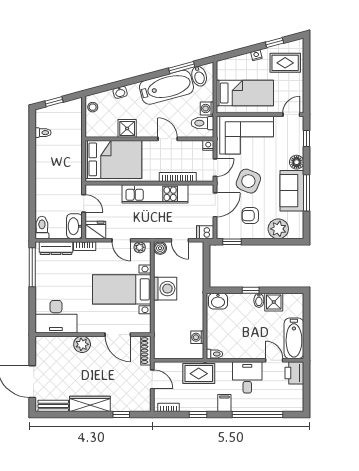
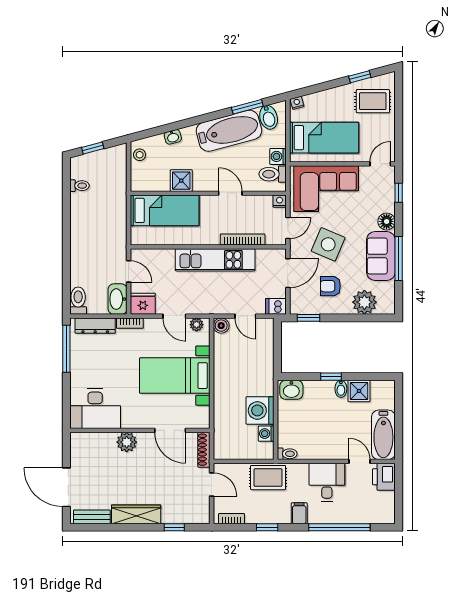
nightstand: (256, 55) -> (297, 103), moved
bed: (113, 159) -> (165, 210), width x0.67
washing machine: (165, 289) -> (260, 410), moved, turned 180

